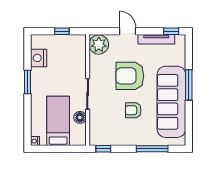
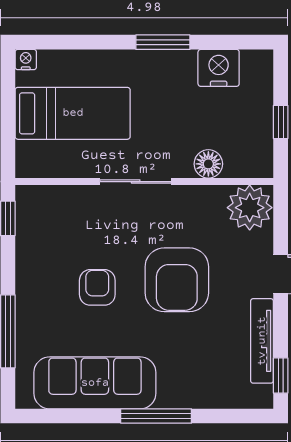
armchair: (130, 76) -> (177, 280), turned 180
sofa: (171, 102) -> (95, 383), width x0.74, depth x0.79
floor lamp: (80, 117) -> (208, 164), moved

